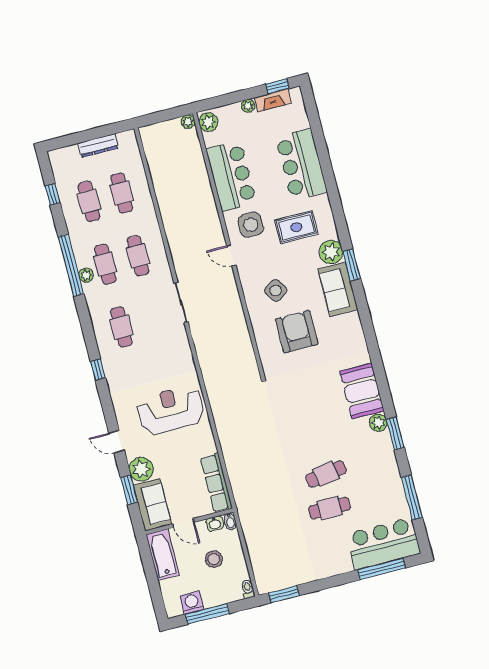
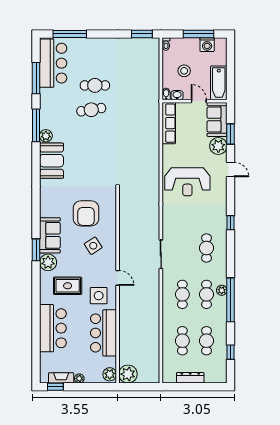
plant: (188, 122) -> (128, 374), width x1.88, depth x1.88
window: (395, 433) -> (36, 125), width x1.44
bar counter: (383, 544) -> (53, 63), moved, turned -90

